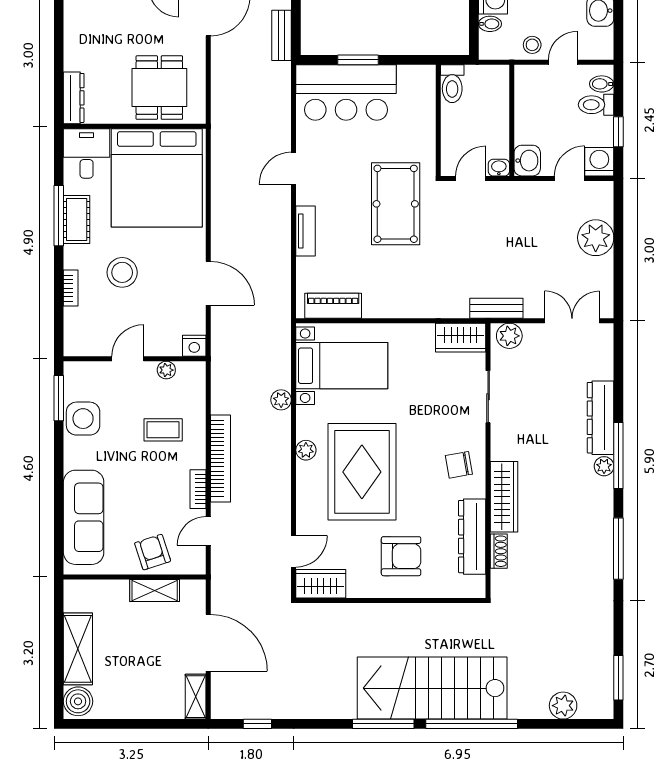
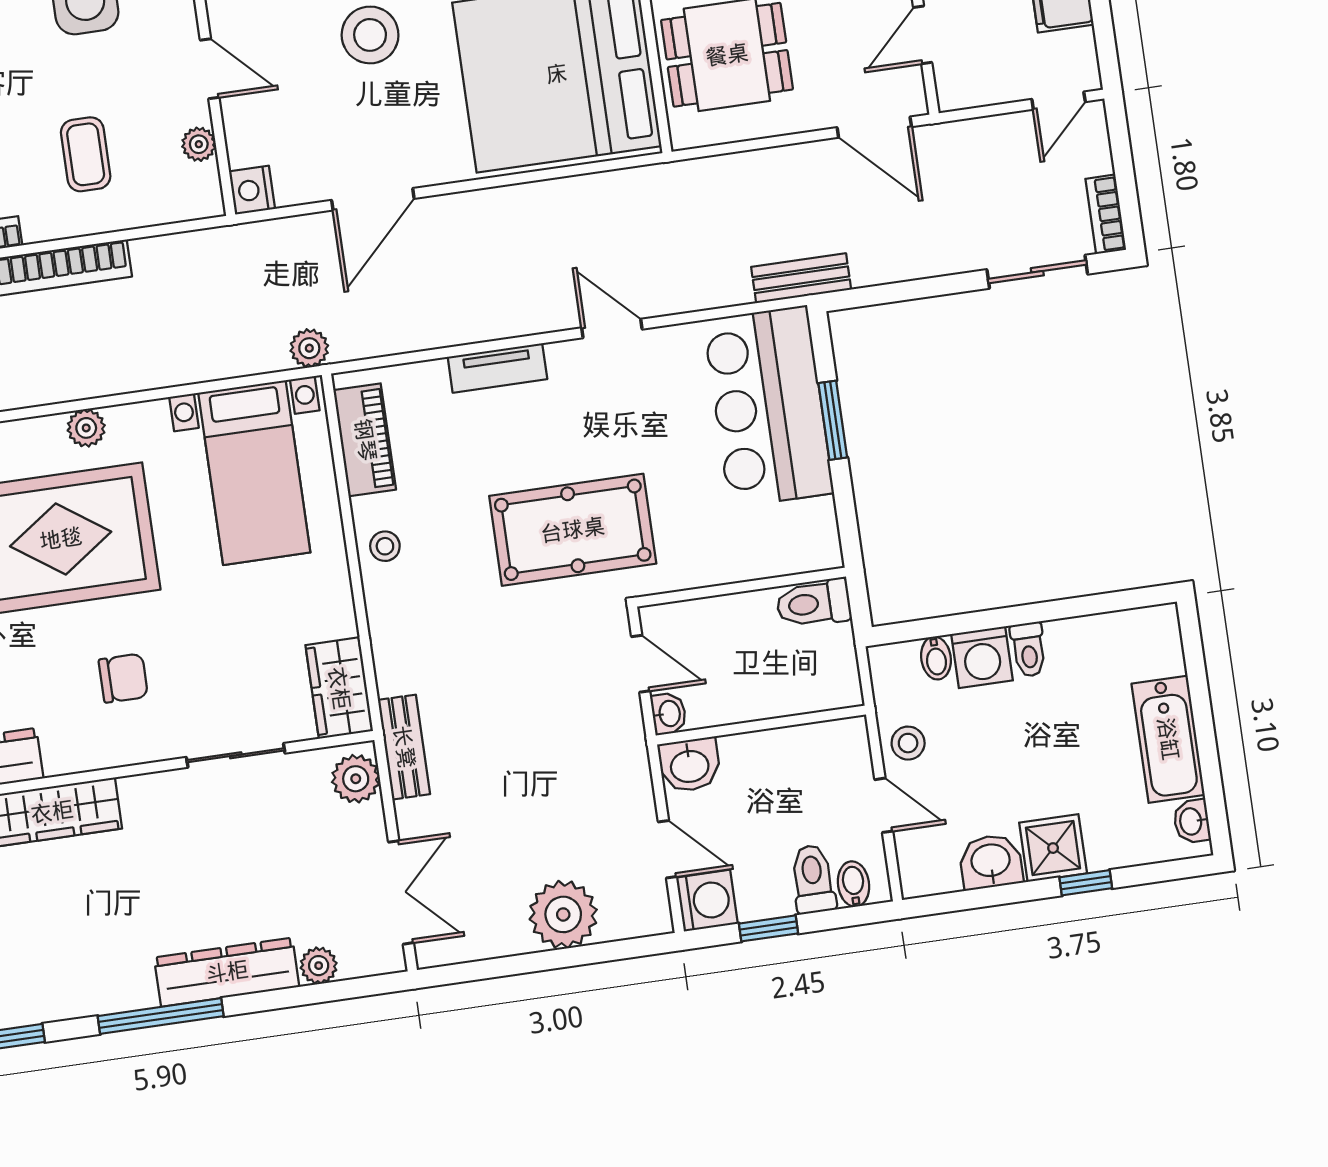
bench: (282, 35) -> (801, 278), moved
stool: (390, 303) -> (385, 546), added
plant: (281, 400) -> (309, 348), moved
chair: (459, 465) -> (123, 678), moved, turned 100
plant: (604, 466) -> (319, 966), moved

